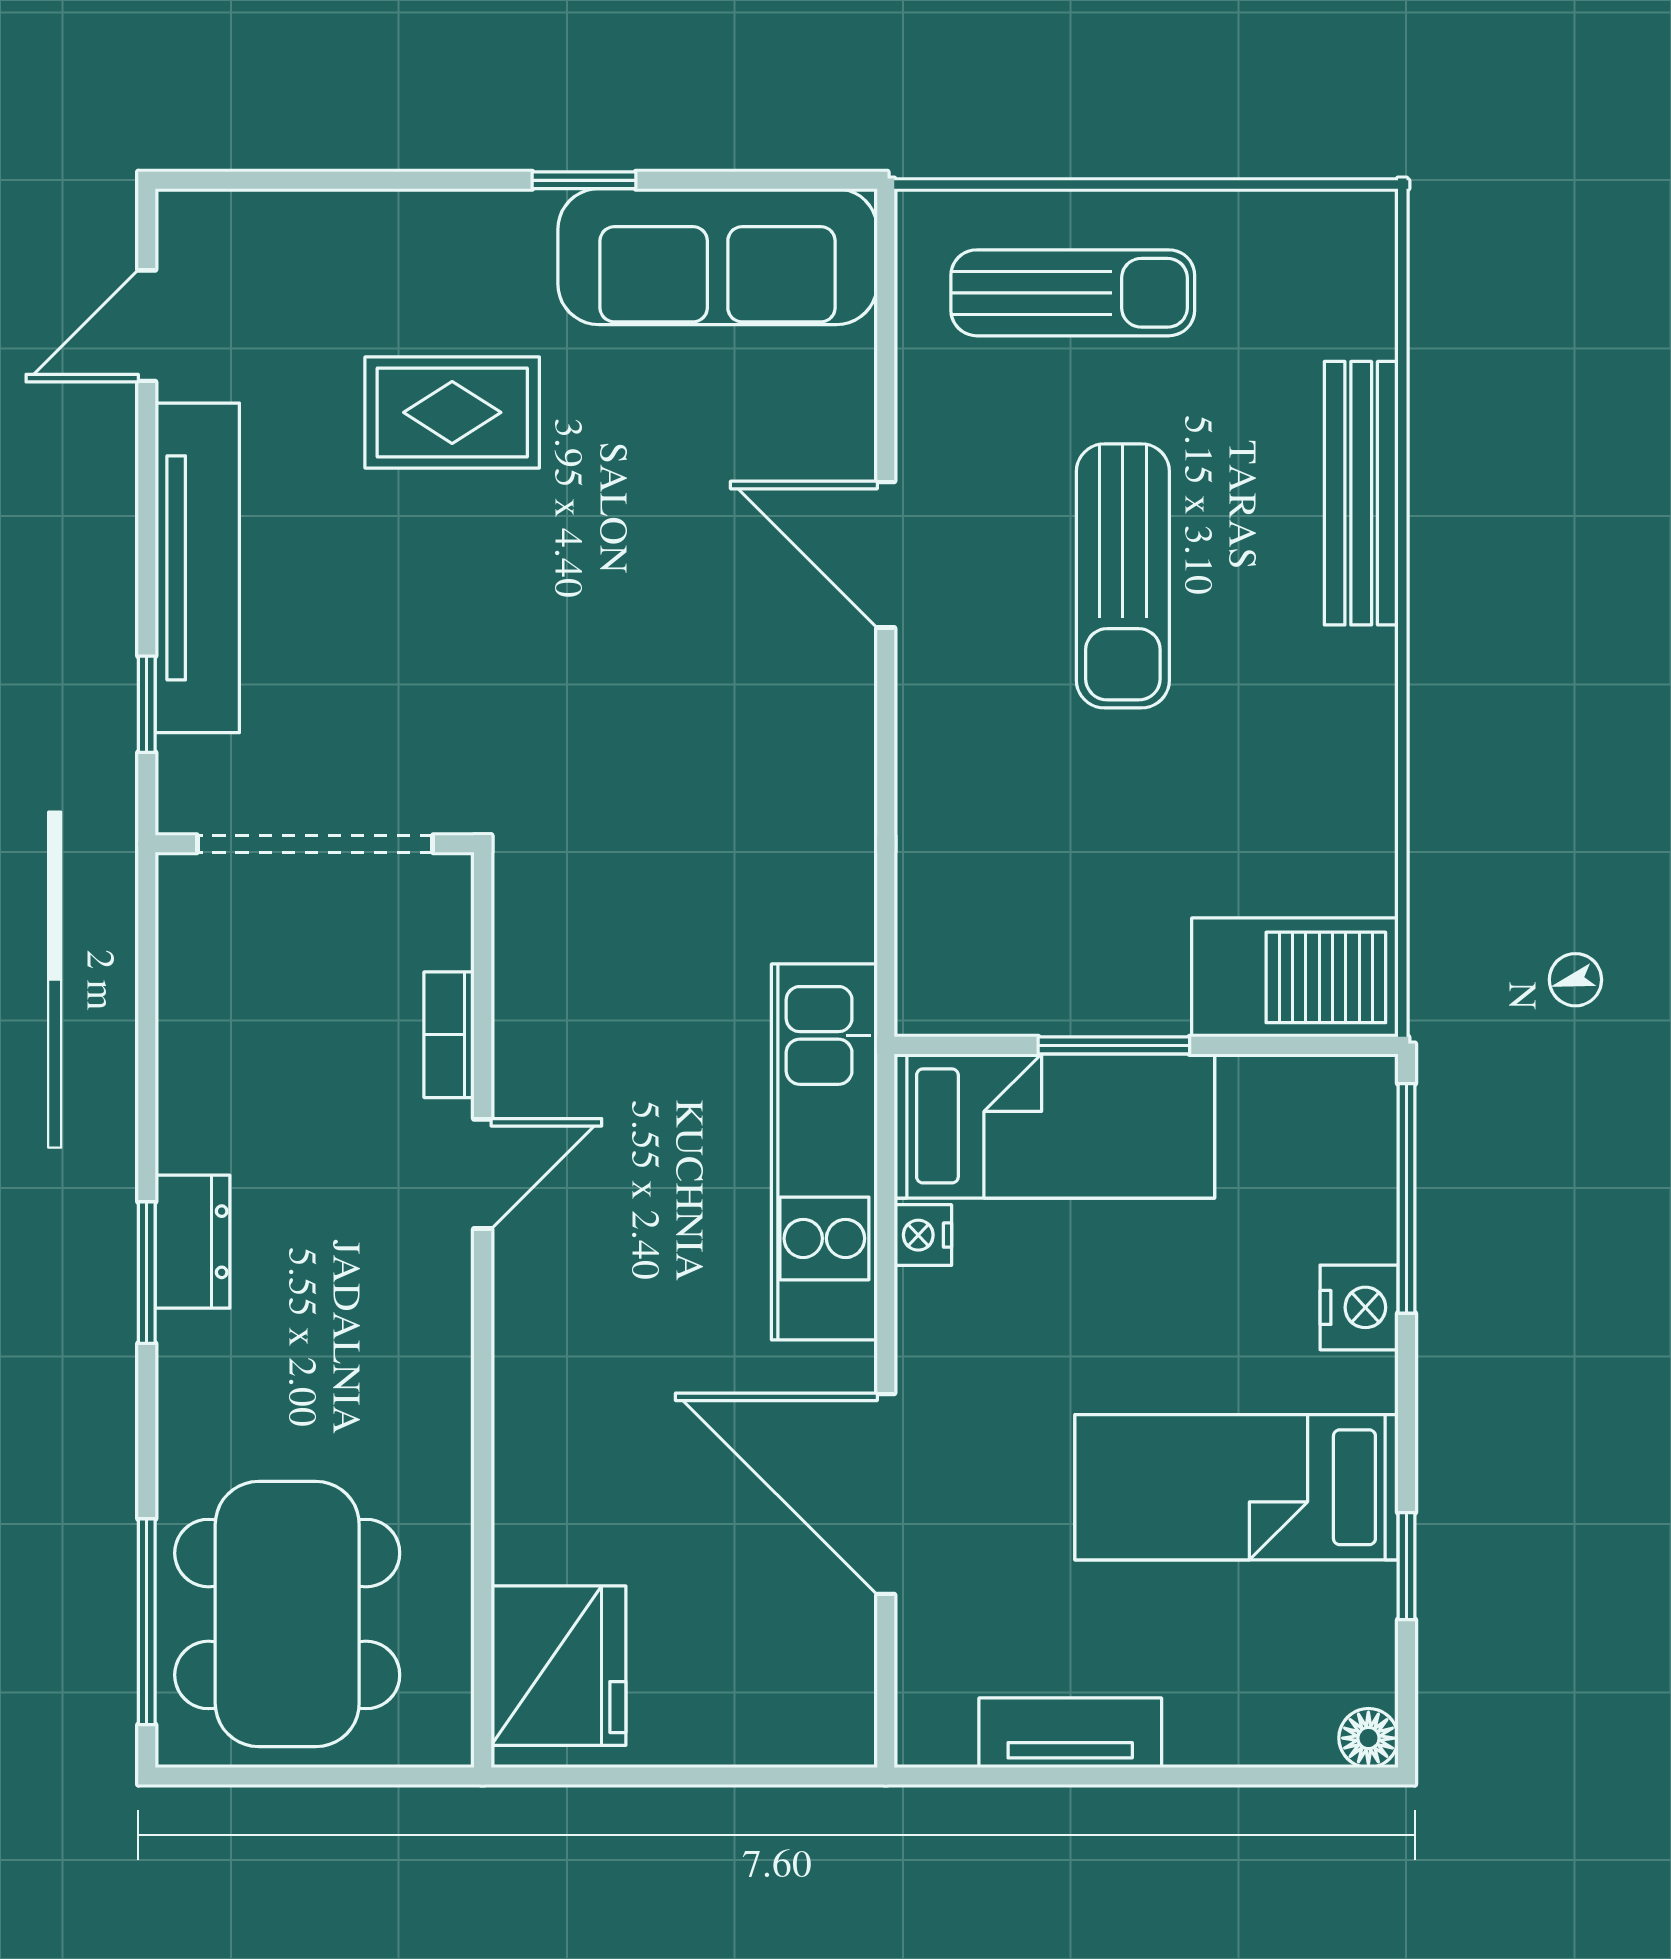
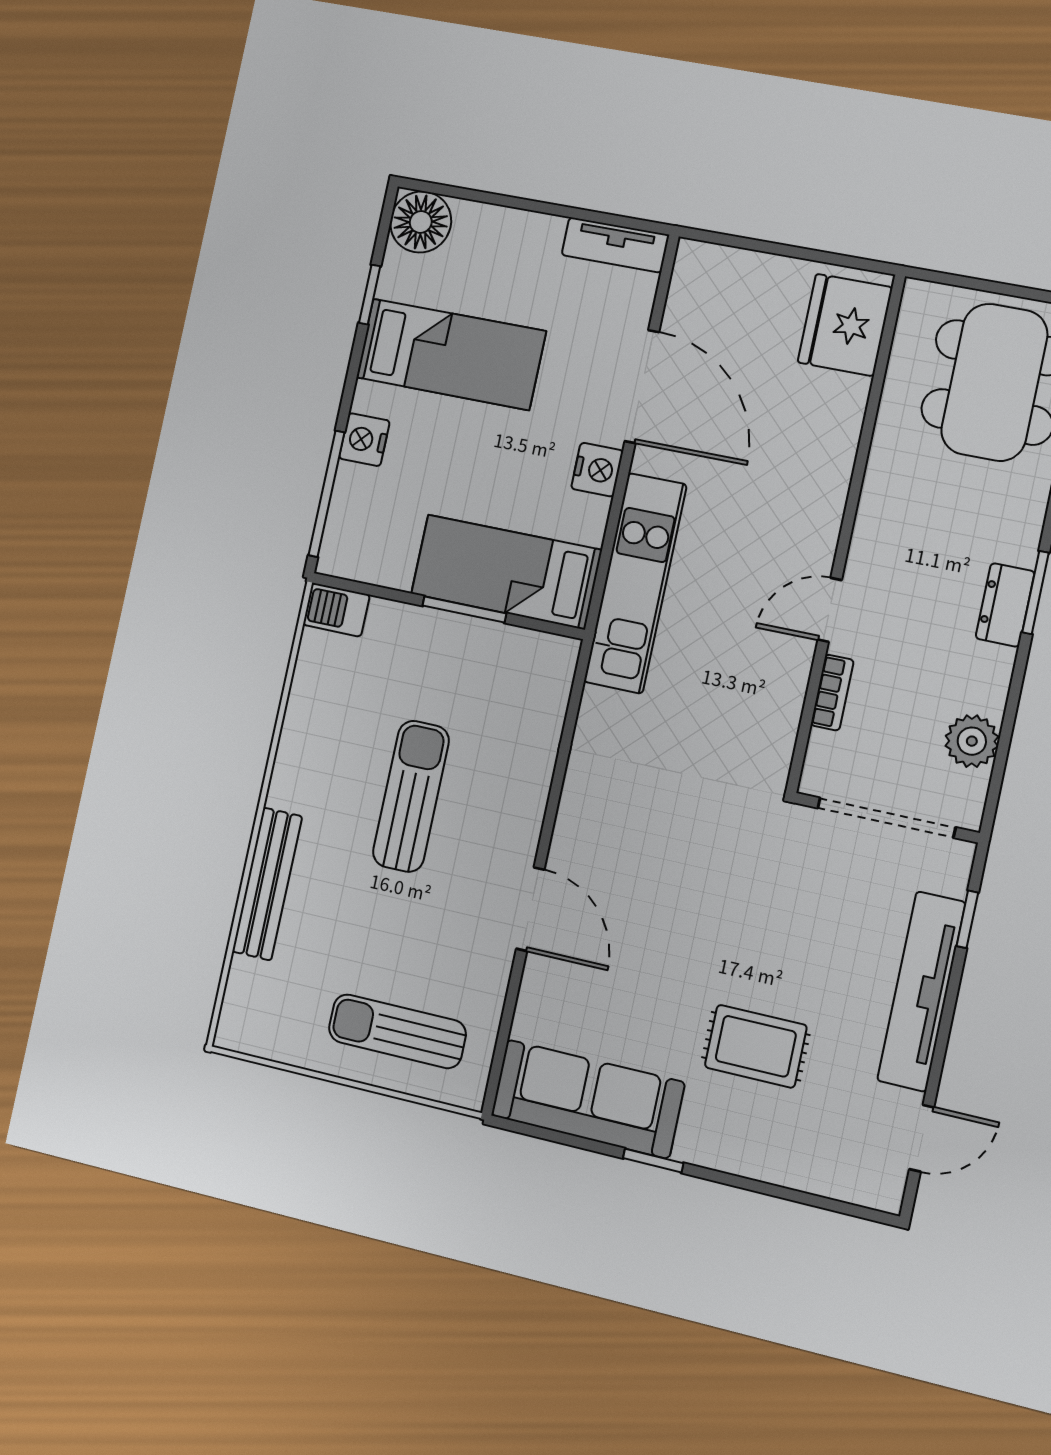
sun lounger: (1123, 576) -> (411, 796), moved
barbecue: (1295, 977) -> (336, 610), width x0.53, depth x0.65
plant: (200, 1002) -> (972, 741), added
nightstand: (923, 1235) -> (597, 470), moved, width x1.39, depth x1.35
tv unit: (1070, 1733) -> (615, 245), moved
floor lamp: (1368, 1738) -> (421, 222), width x1.89, depth x1.89

